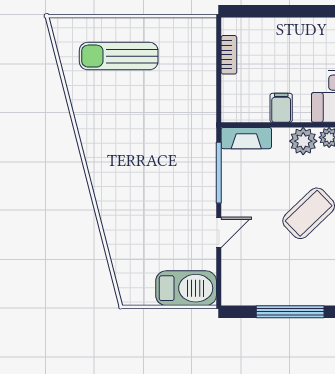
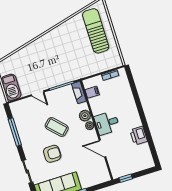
sun lounger: (119, 56) -> (96, 31), width x1.36, depth x1.34
filing cabinet: (281, 108) -> (92, 92), moved

